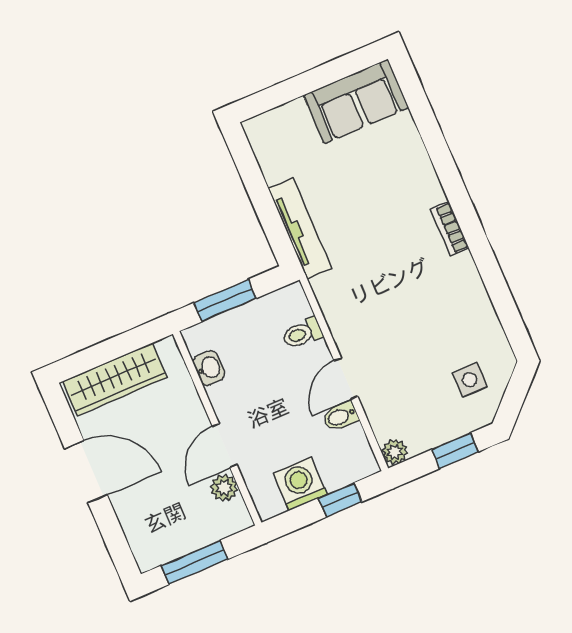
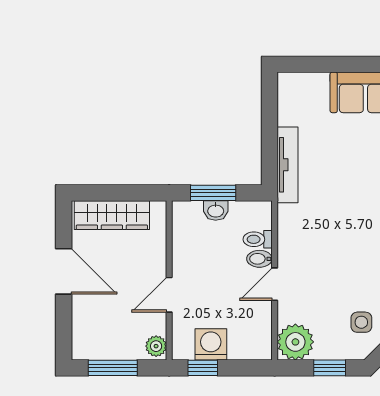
washbasin: (209, 368) -> (216, 210), moved, turned 90
bidet: (340, 416) -> (259, 259), moved
plant: (395, 452) -> (295, 342), width x1.87, depth x1.87
plant: (224, 488) -> (156, 346), moved
window: (340, 500) -> (203, 368), moved

